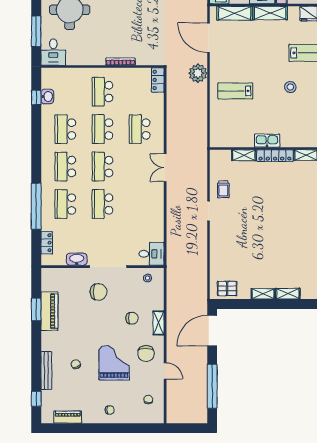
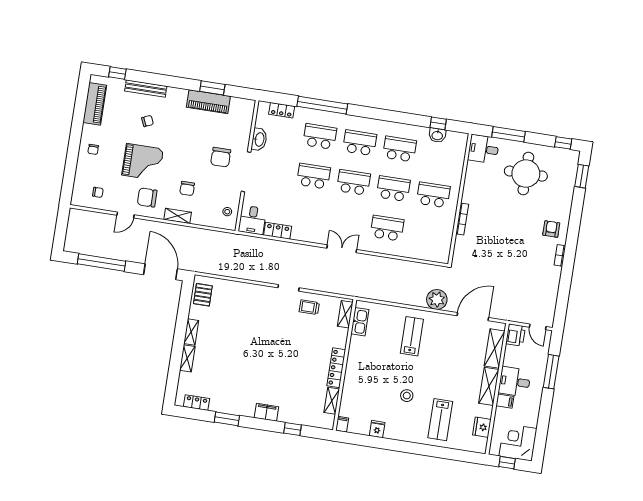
locker: (158, 80) -> (278, 231), moved
kitchen sink: (267, 141) -> (360, 322), moved
shelving: (244, 155) -> (345, 314), moved
piano: (68, 417) -> (95, 104), width x1.37, depth x1.33

